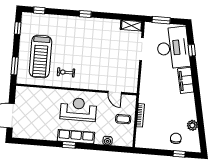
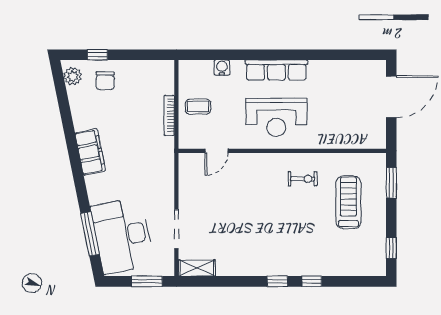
window: (39, 10) -> (312, 281), moved
window: (192, 50) -> (90, 234), width x2.17
treadmill: (40, 57) -> (348, 202), width x0.73, depth x0.73
filing cabinet: (186, 80) -> (90, 152), moved
door: (115, 93) -> (216, 151), swing flipped
plant: (192, 125) -> (73, 76), moved
window: (69, 145) -> (288, 55), removed

